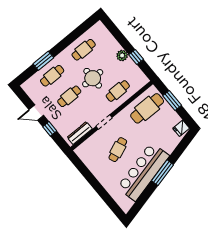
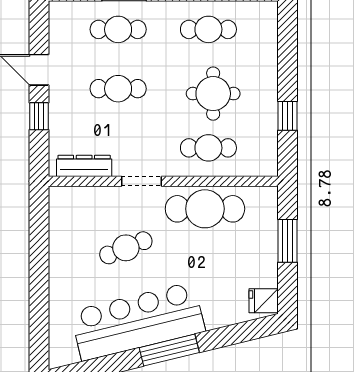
plant: (122, 56) -> (266, 94), removed
round table: (93, 78) -> (213, 94), moved
cafe table: (147, 108) -> (205, 209), moved

